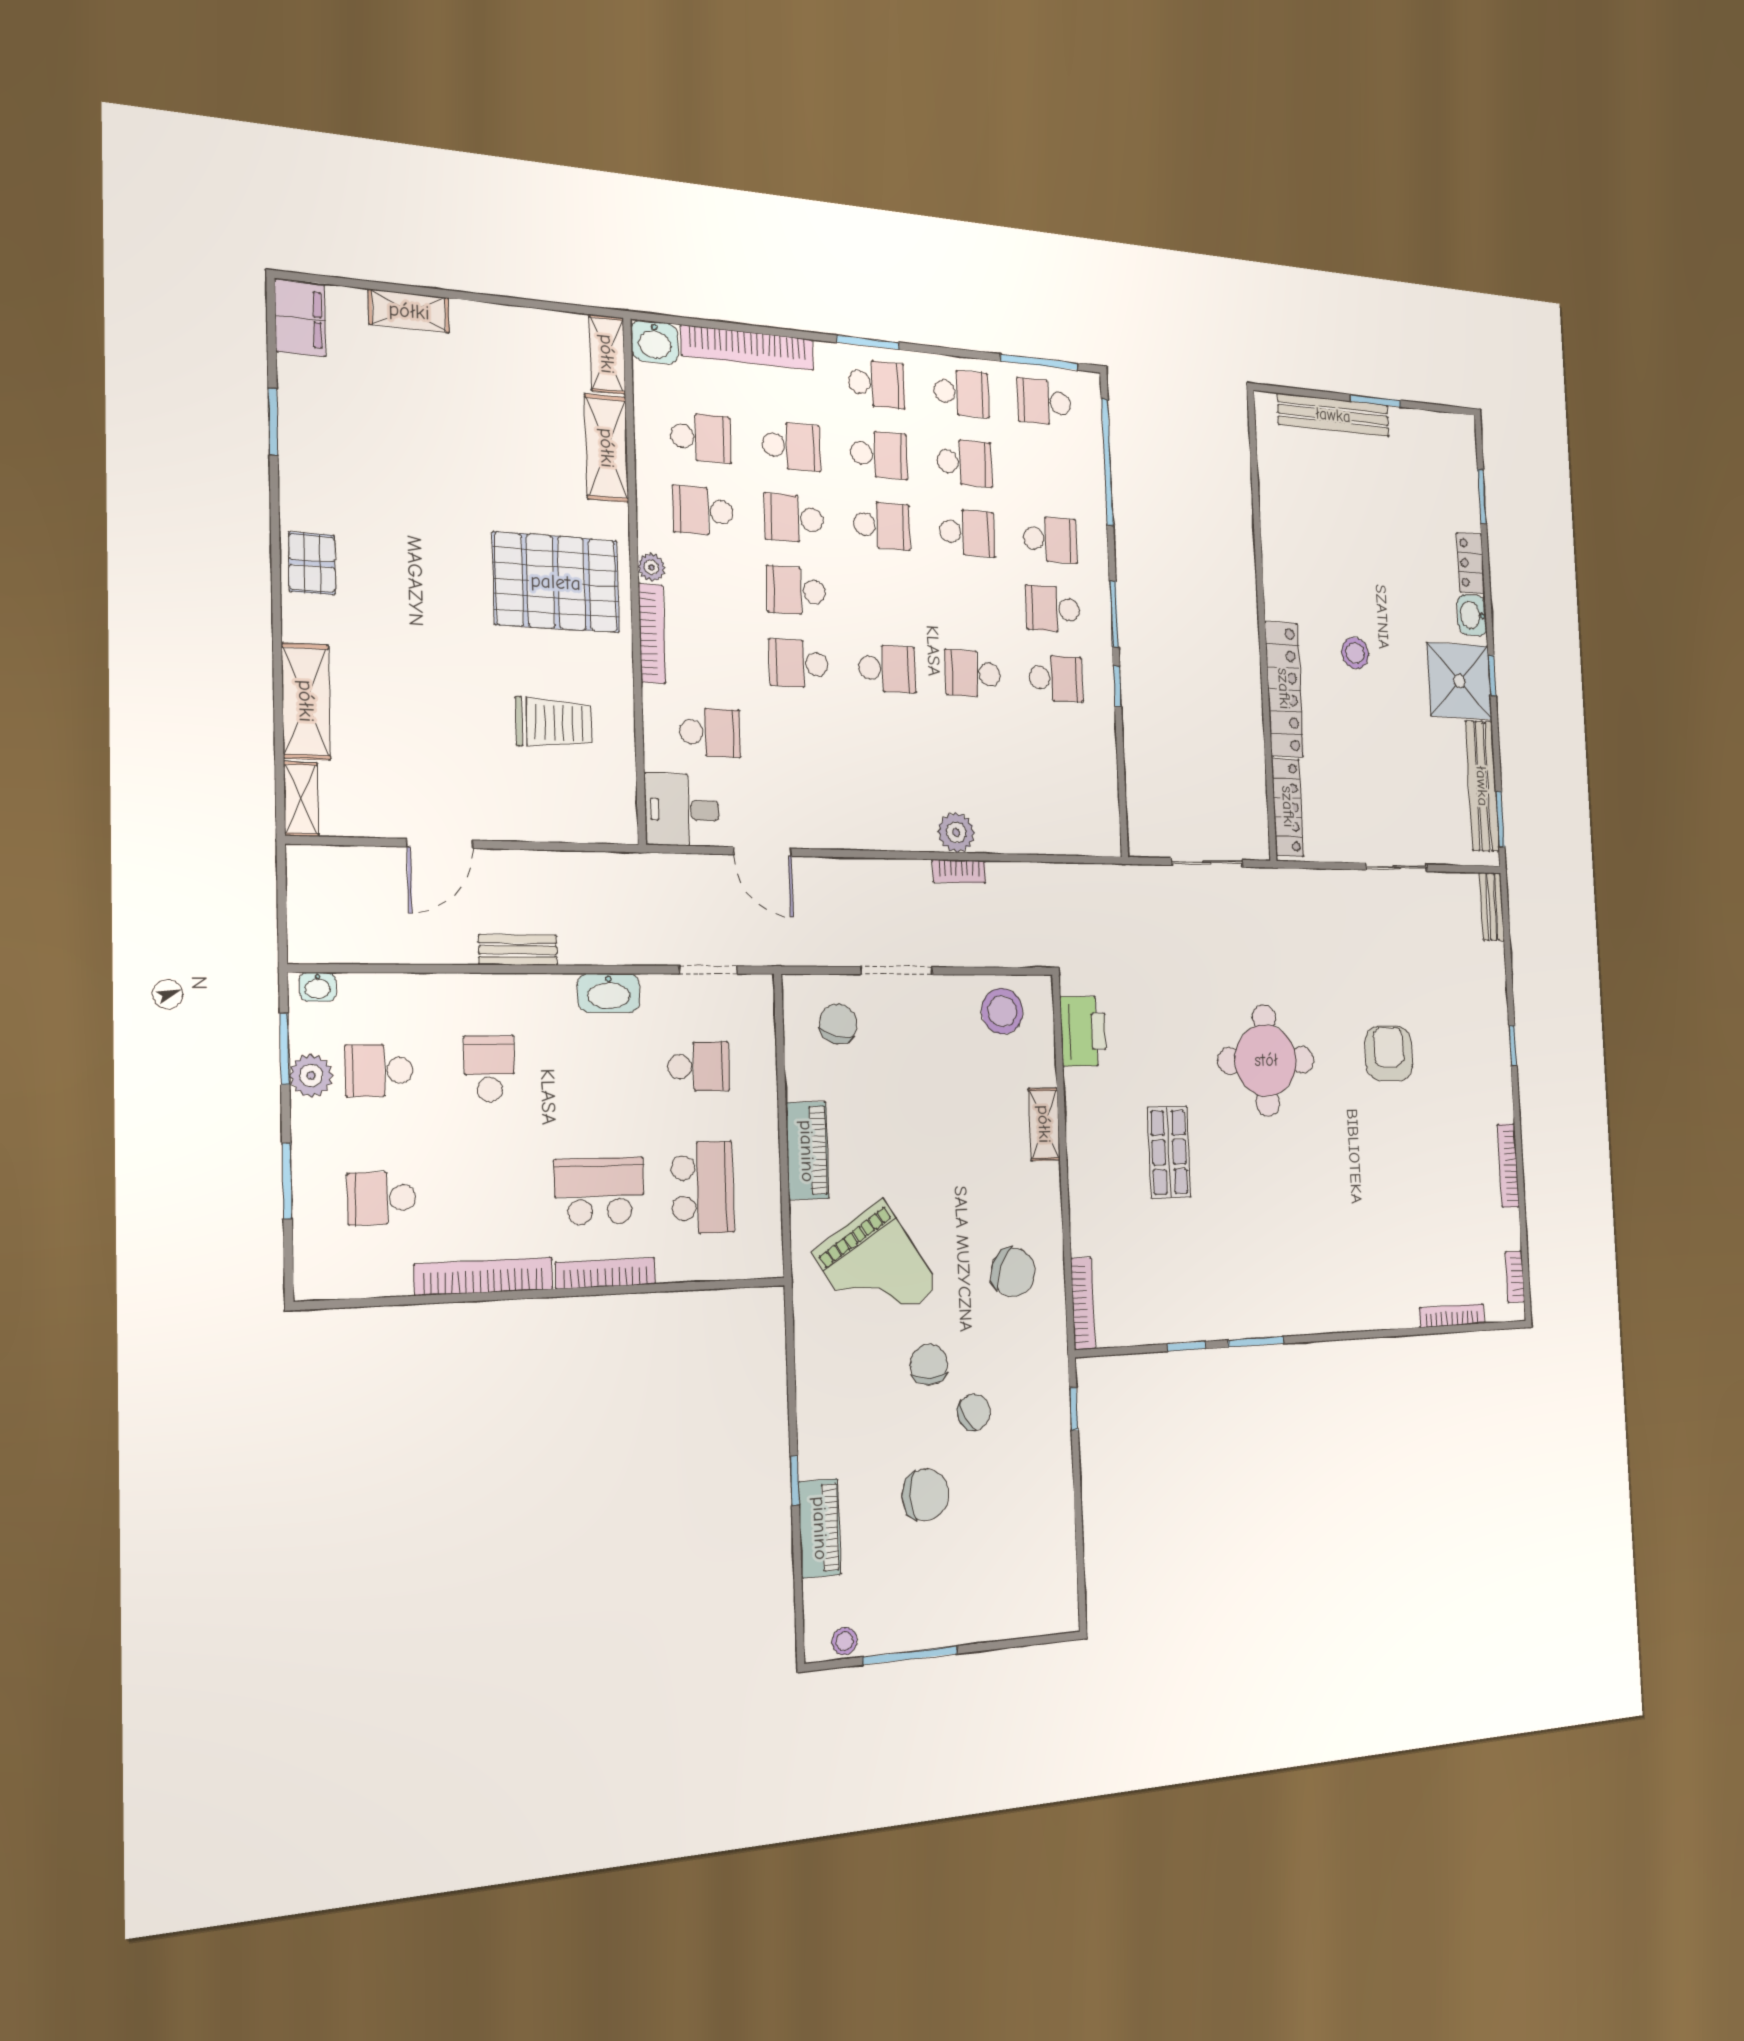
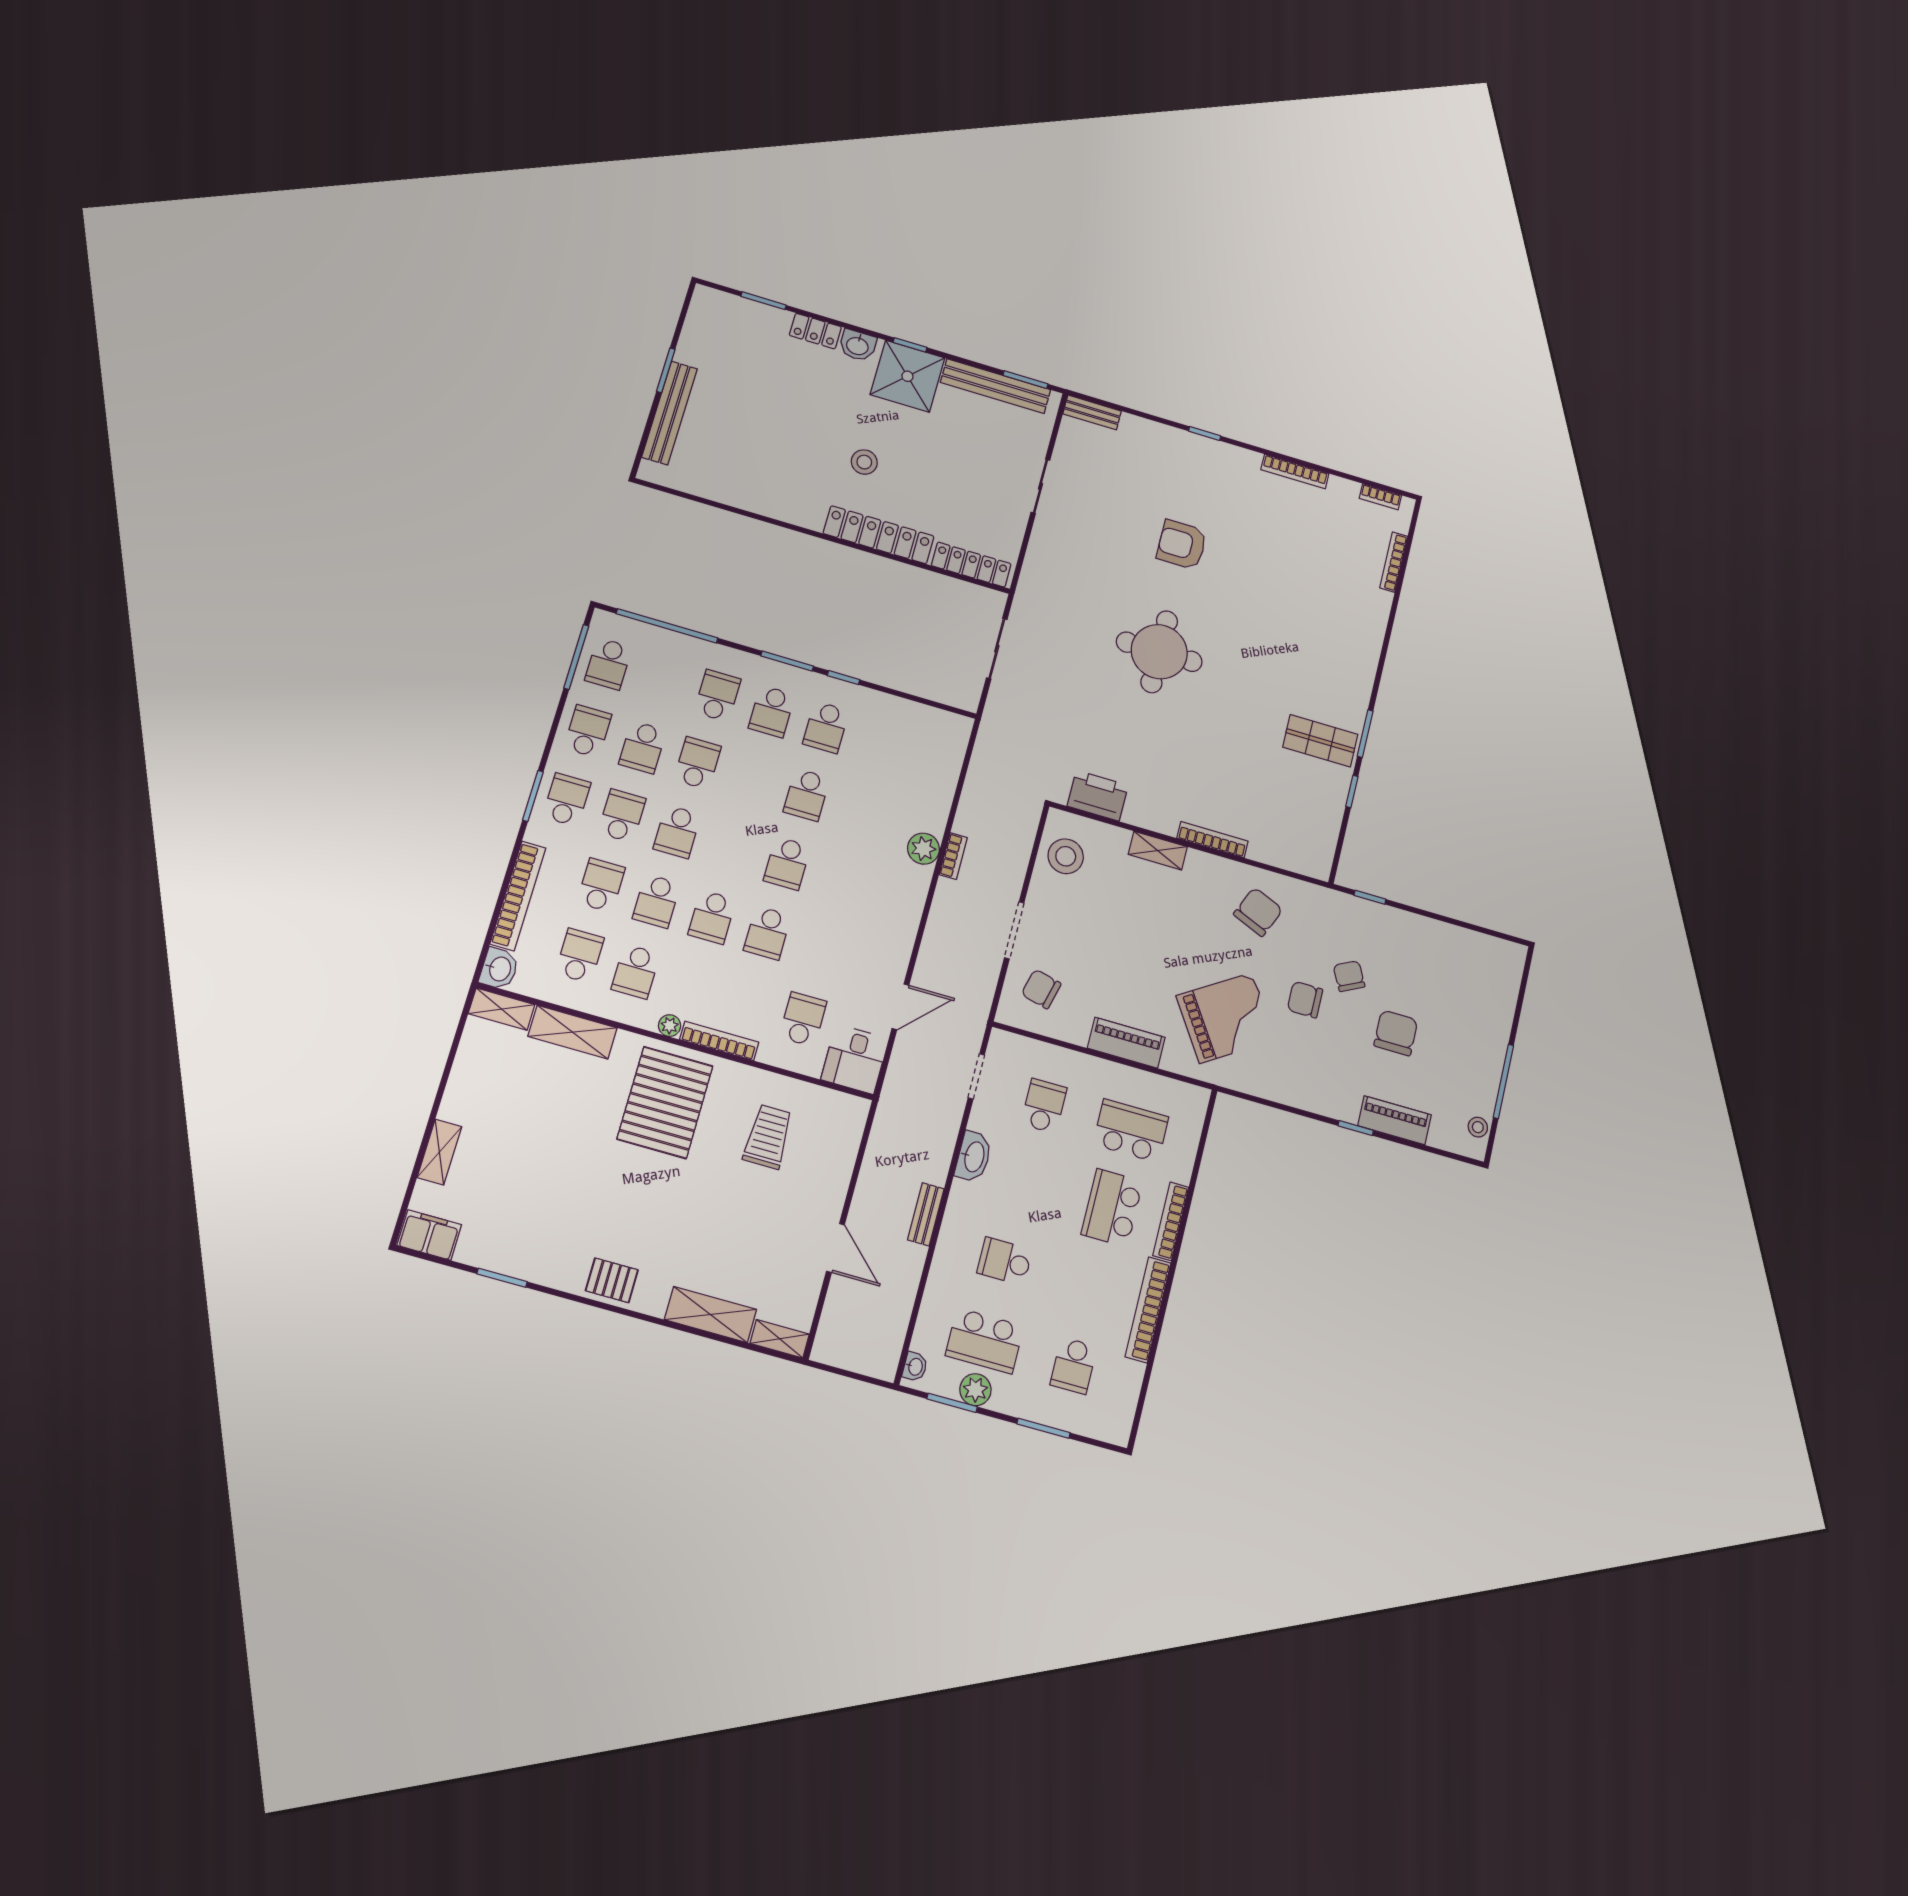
school desk: (964, 463) -> (643, 747), turned 180
school desk: (882, 526) -> (677, 832), turned 180
school desk: (887, 669) -> (787, 863), turned 180
school desk: (1056, 678) -> (826, 727), turned 180
school desk: (379, 1070) -> (985, 1341), width x1.85
shop shelf: (1169, 1152) -> (1320, 741), moved
bookcase: (1083, 1304) -> (1212, 840), moved

